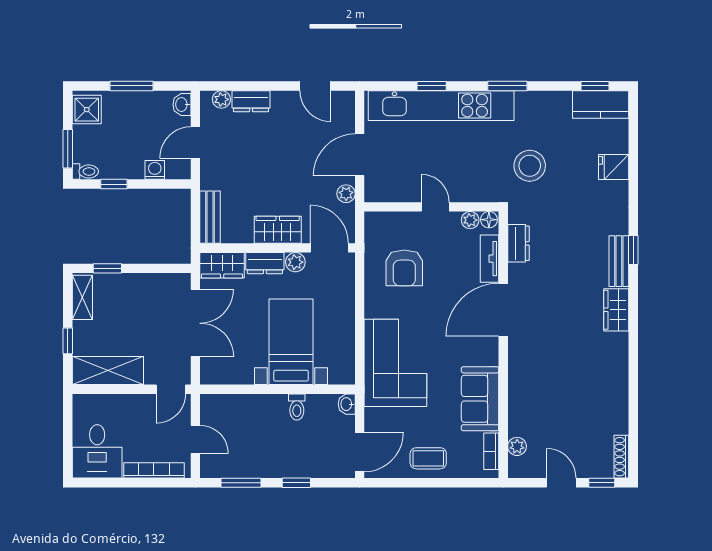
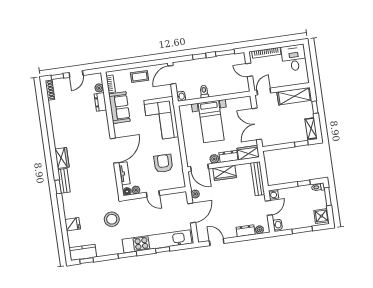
washing machine: (155, 170) -> (273, 194), moved
bench: (210, 217) -> (258, 179), width x1.36
dresser: (518, 243) -> (100, 102), moved
door: (561, 483) -> (76, 74), hinge flipped

